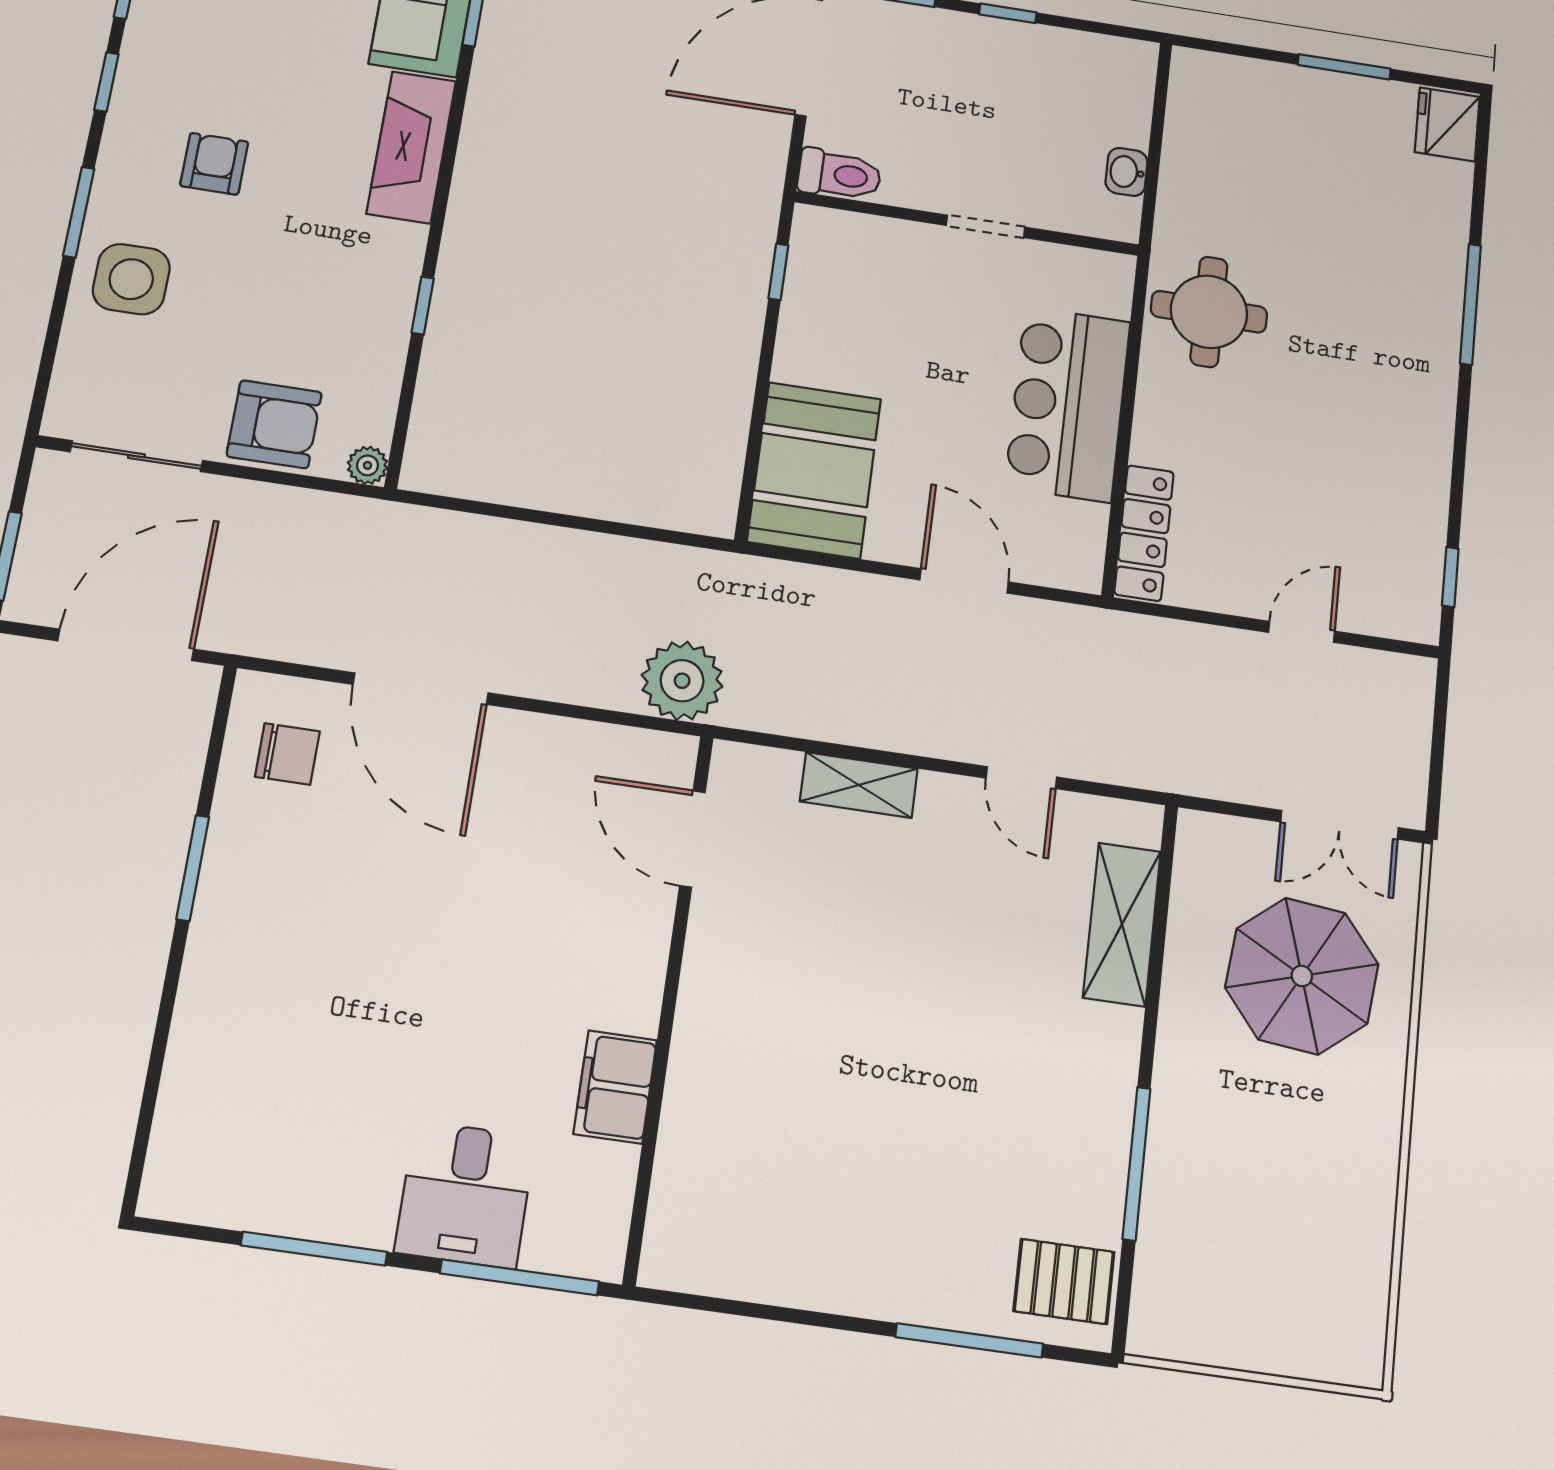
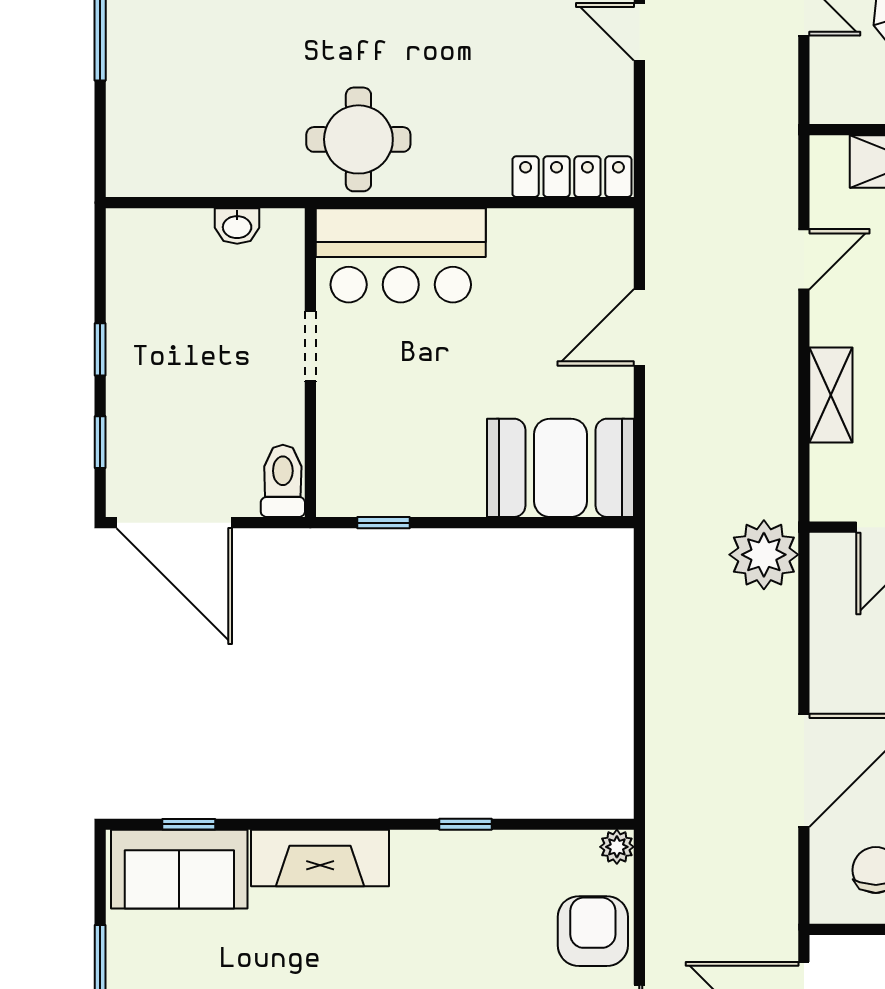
bar counter: (1068, 404) -> (401, 255), moved

